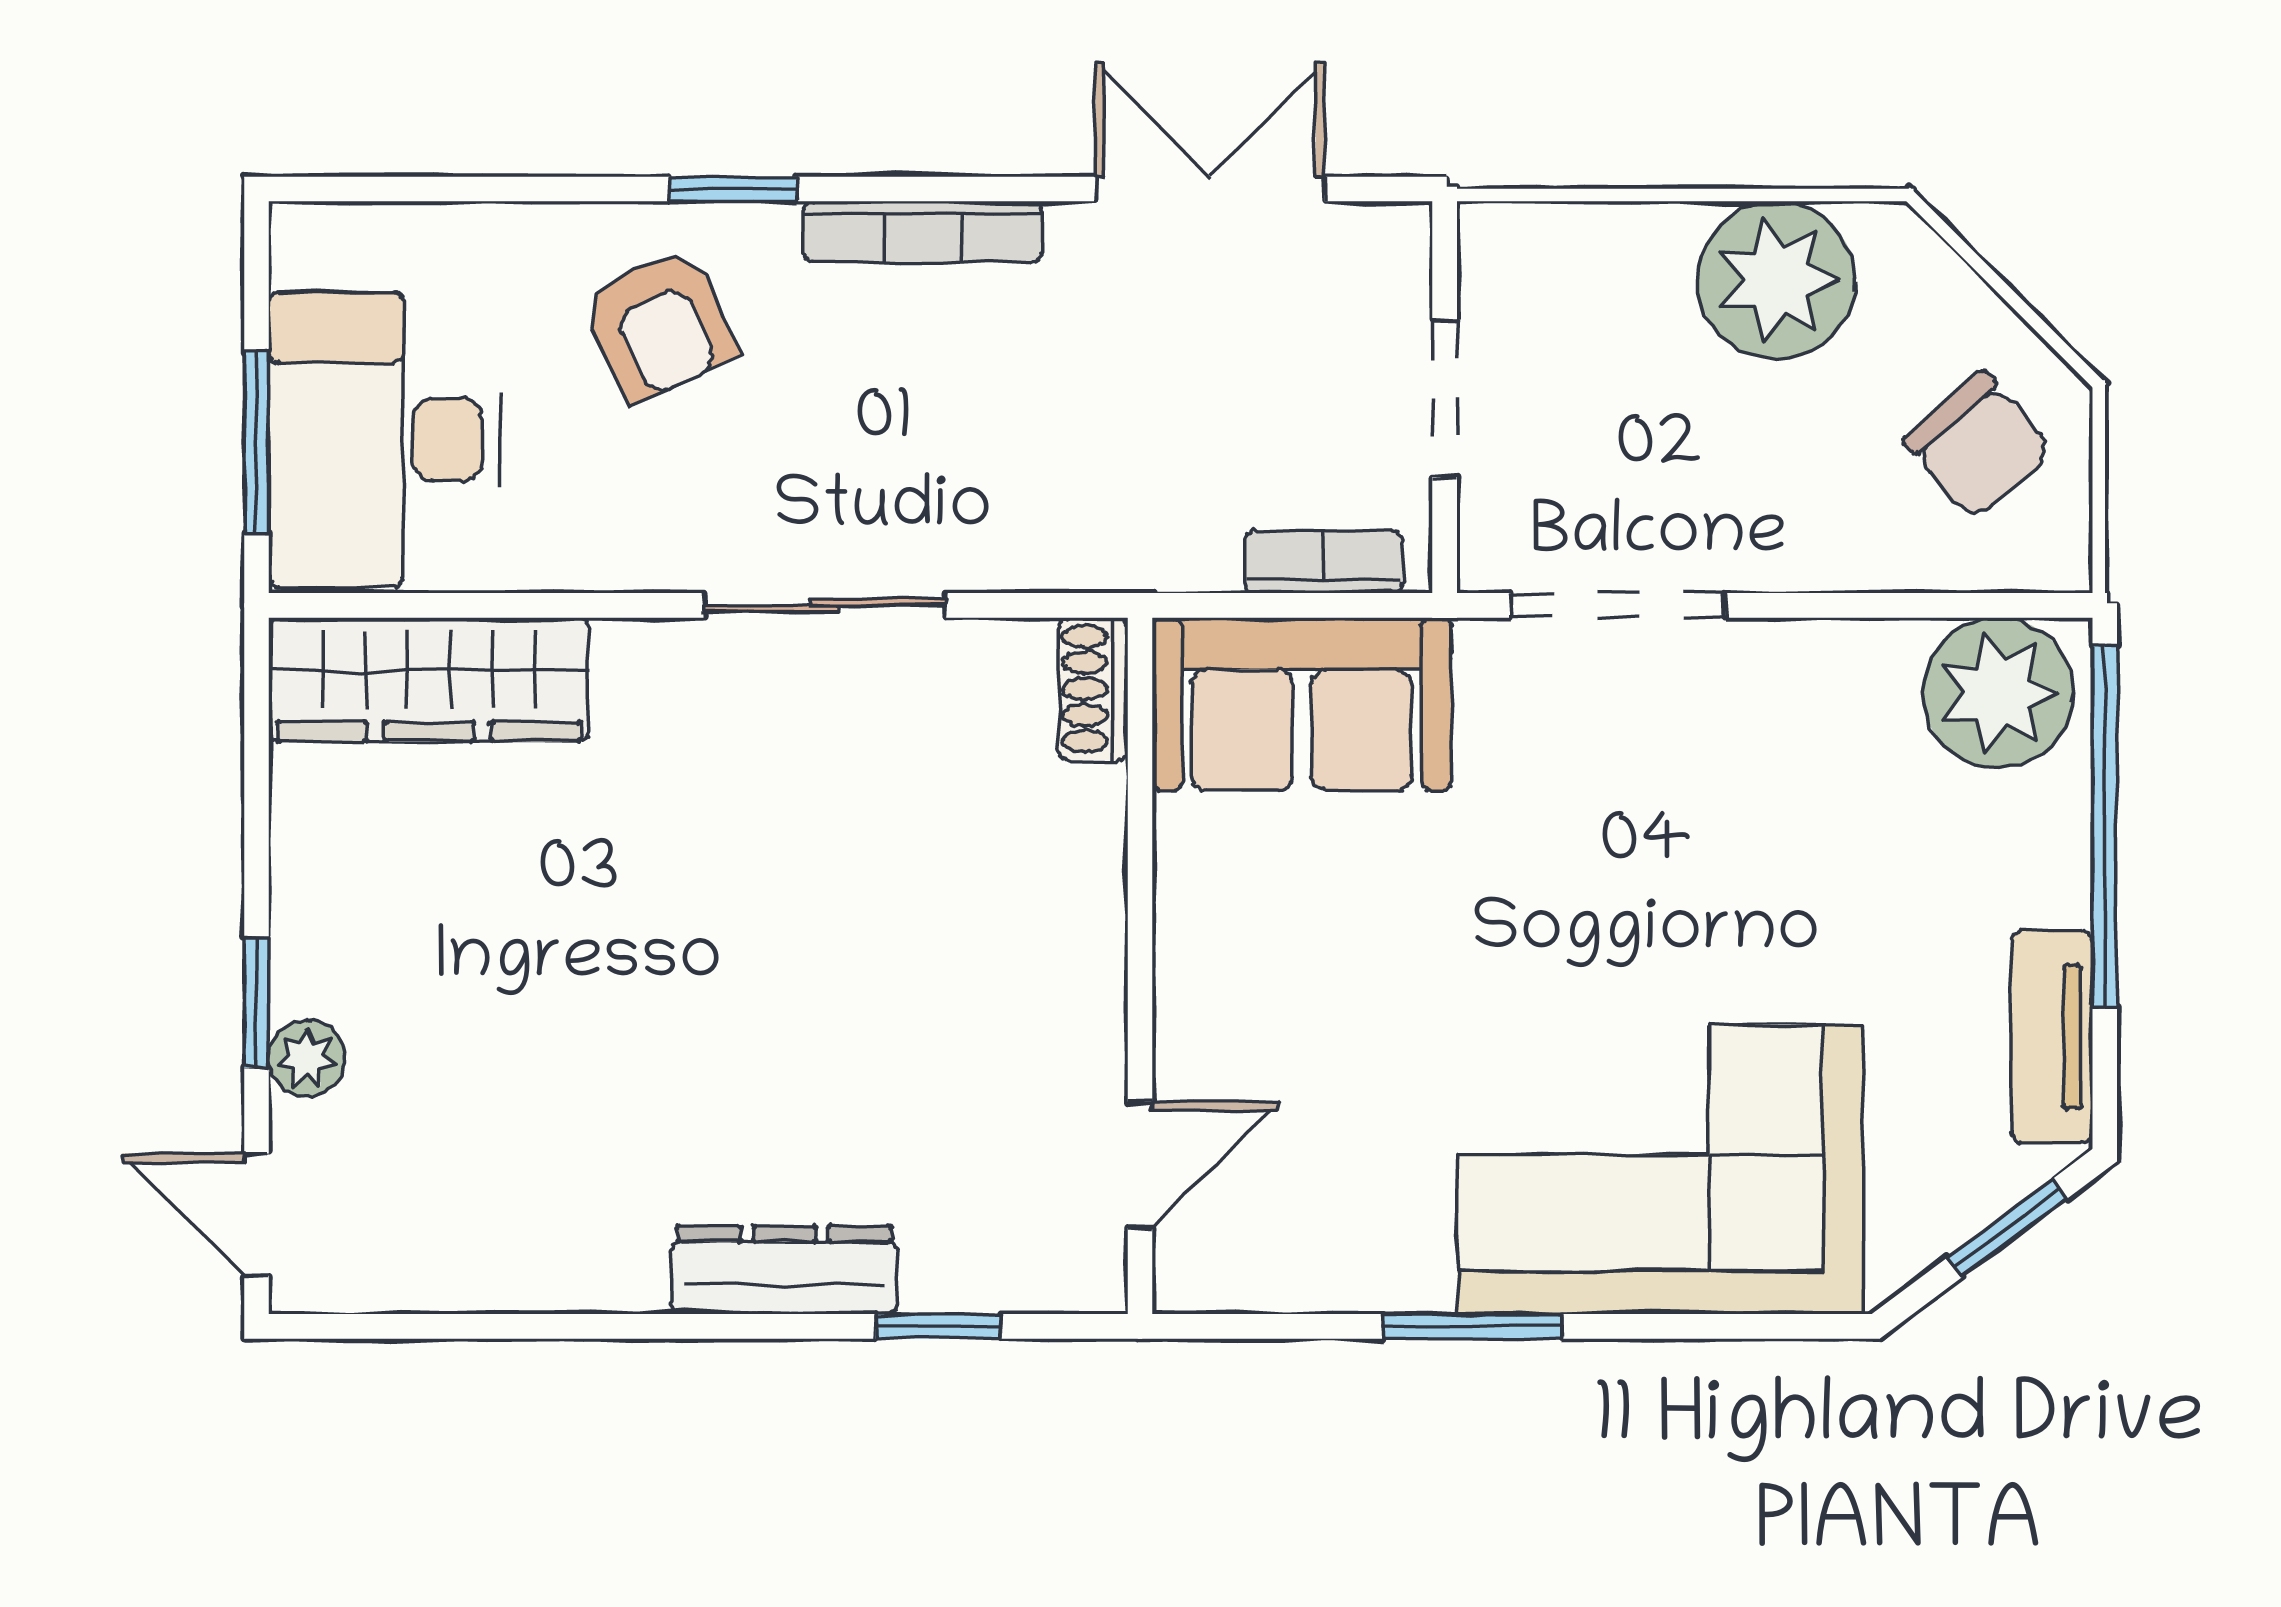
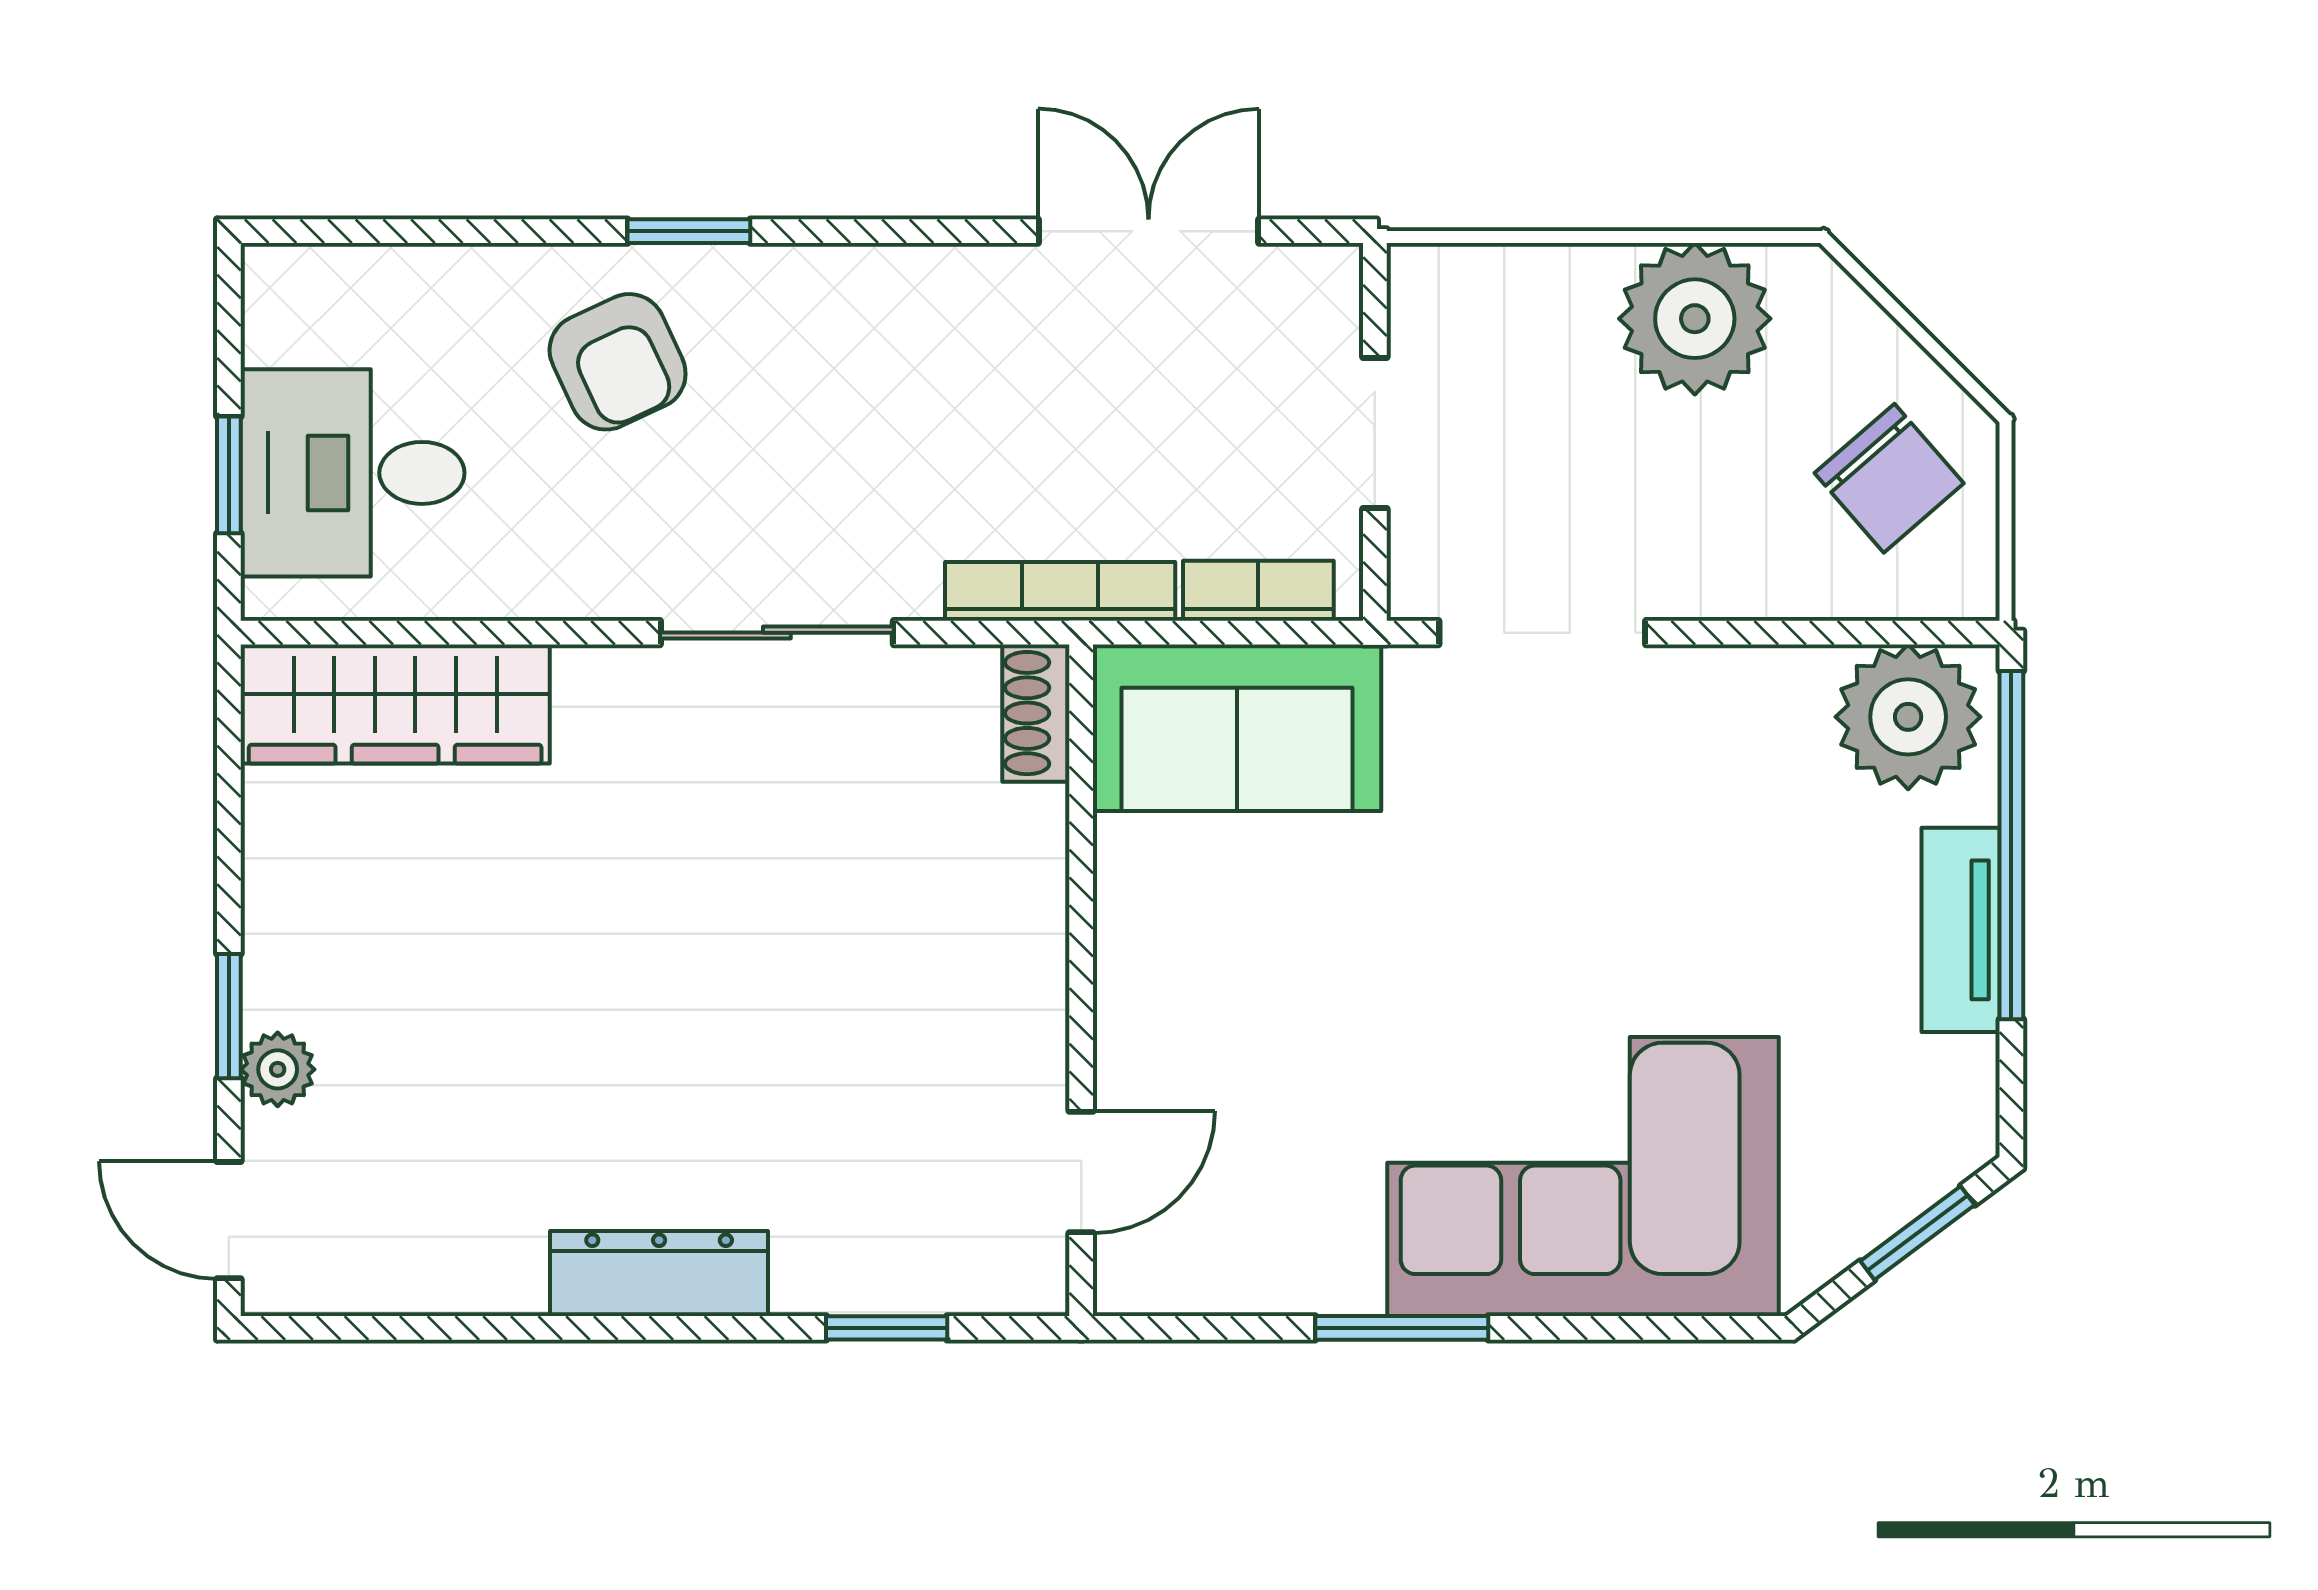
bookcase: (923, 232) -> (1060, 591), moved, turned 180
desk: (385, 440) -> (353, 473), width x0.73
window: (257, 442) -> (229, 475), width x0.67
tv unit: (2052, 1037) -> (1961, 930), moved
dresser: (785, 1270) -> (659, 1274), moved

